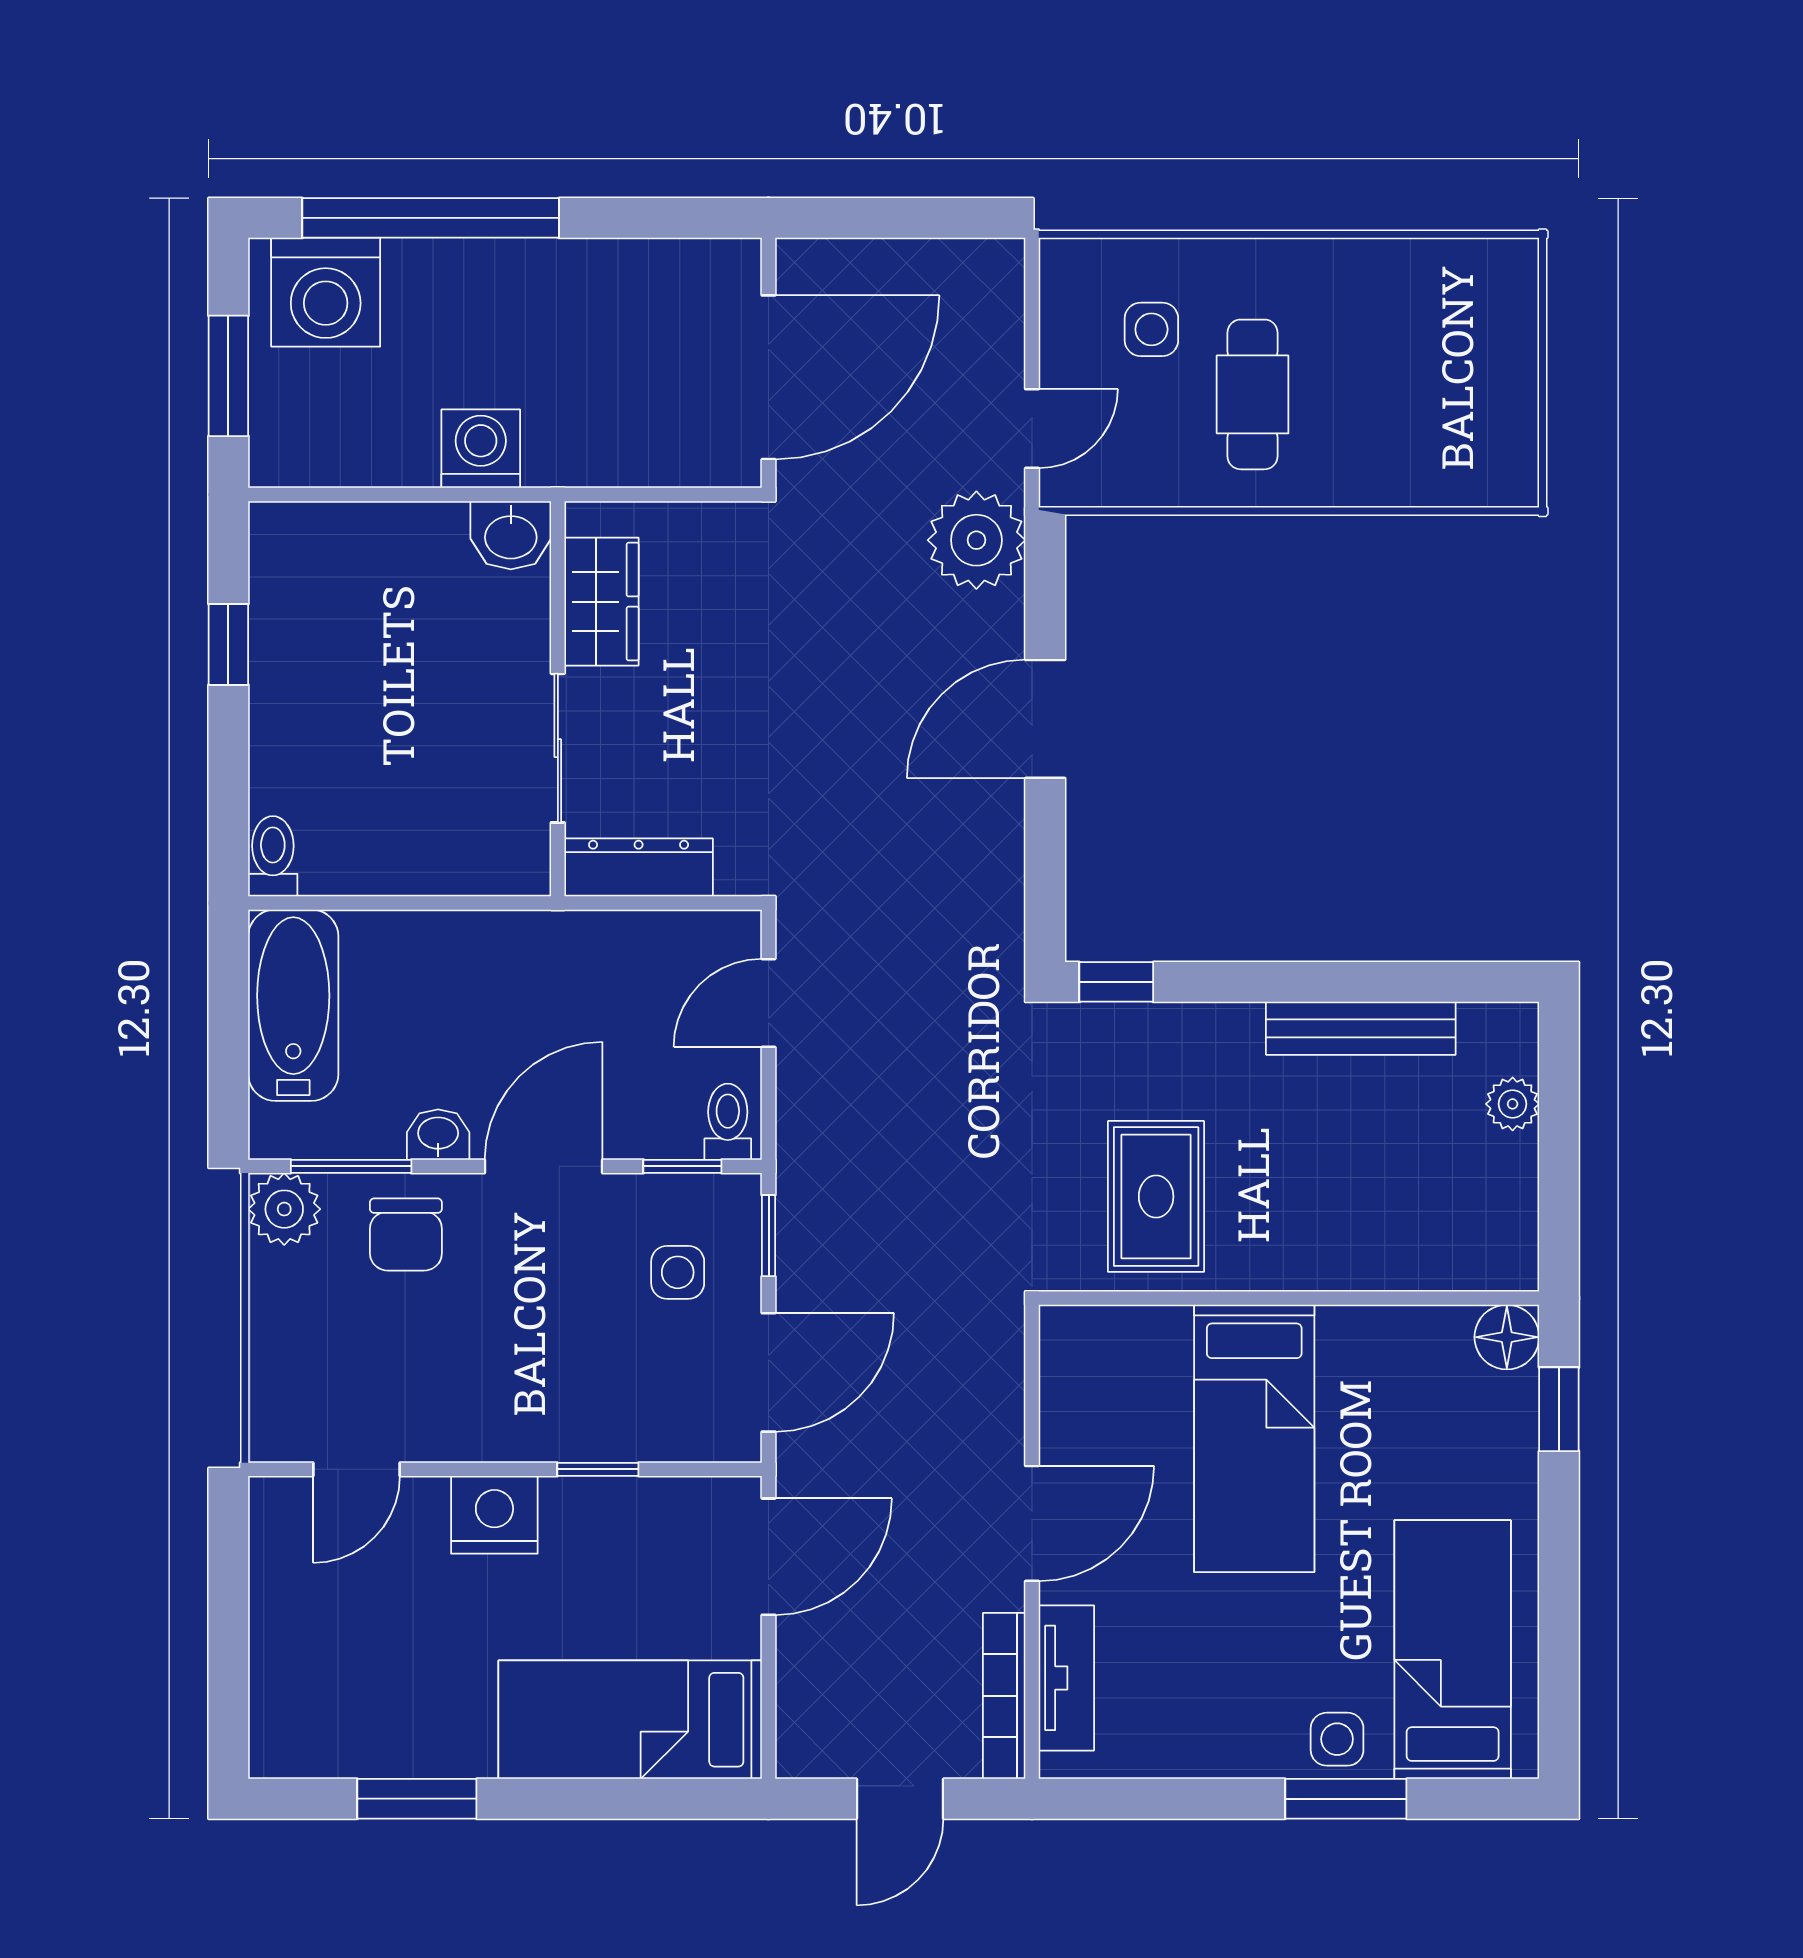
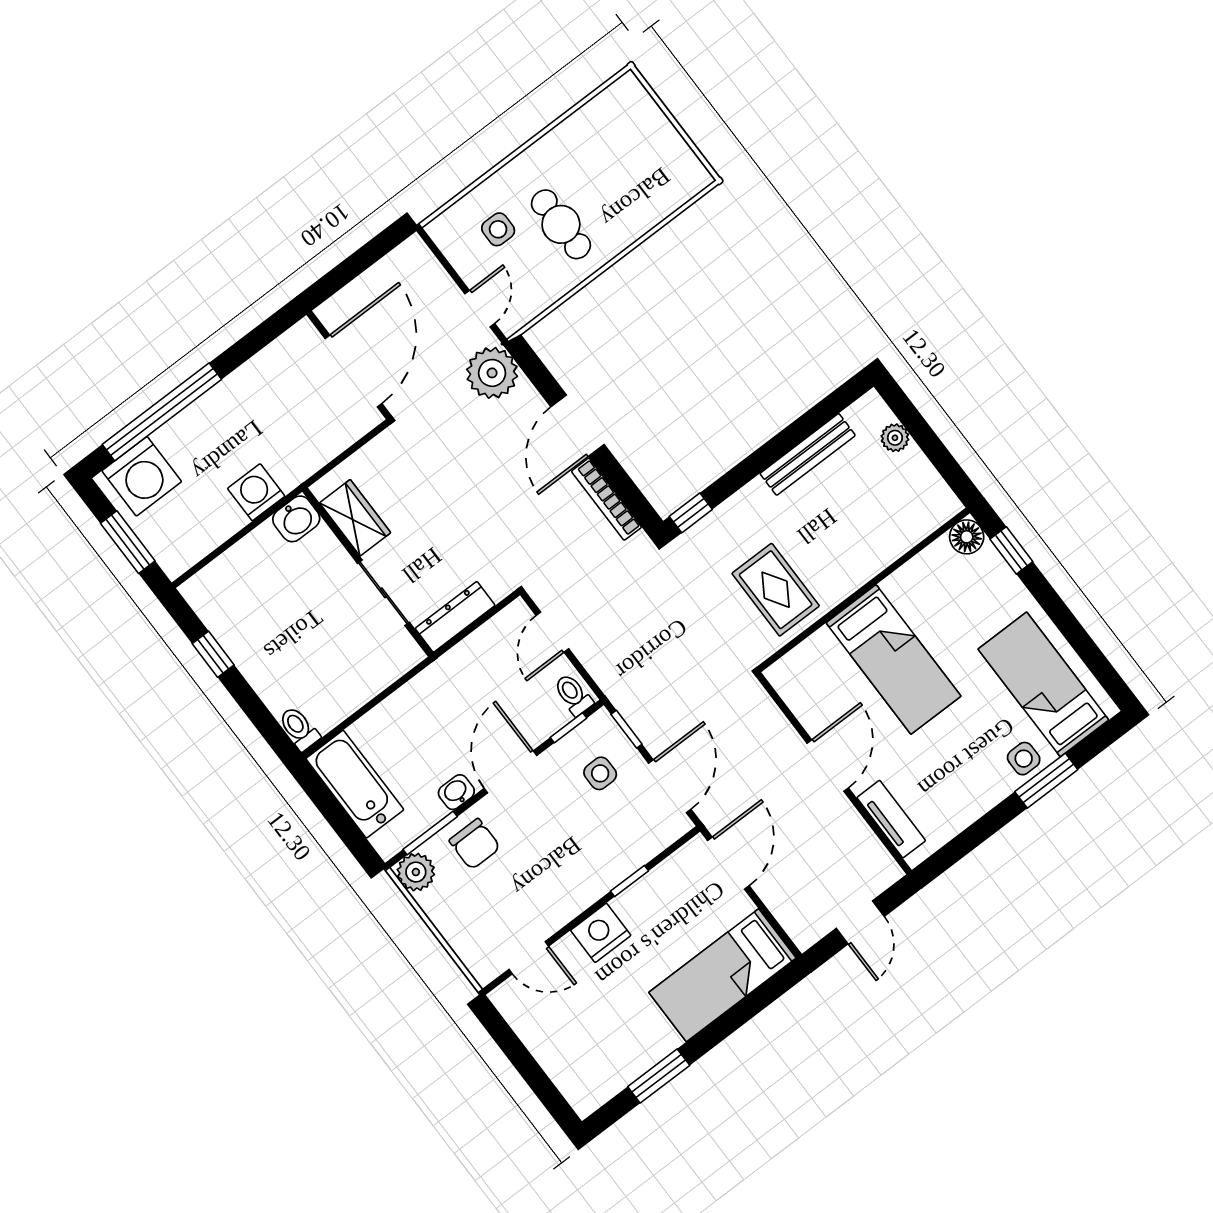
door: (356, 1469) -> (529, 958), hinge flipped
bookcase: (1004, 1696) -> (607, 499), moved

